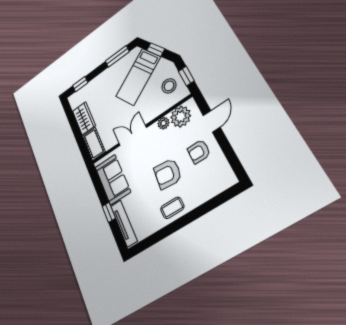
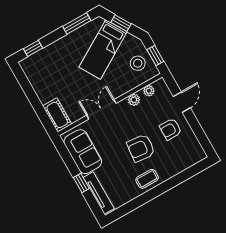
plant: (181, 117) -> (149, 91), width x0.53, depth x0.53
wardrobe: (84, 118) -> (42, 87), removed

